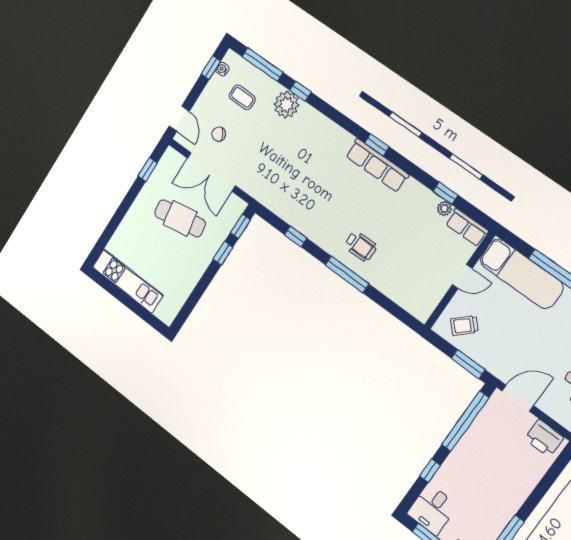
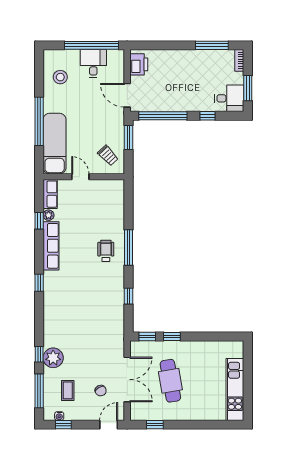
row of seats: (377, 165) -> (51, 246), moved

